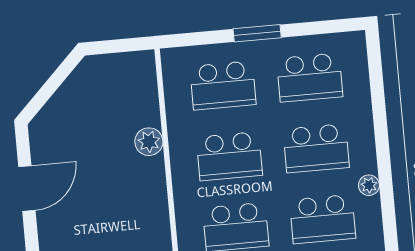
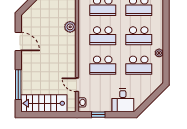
door: (27, 188) -> (18, 42), hinge flipped

